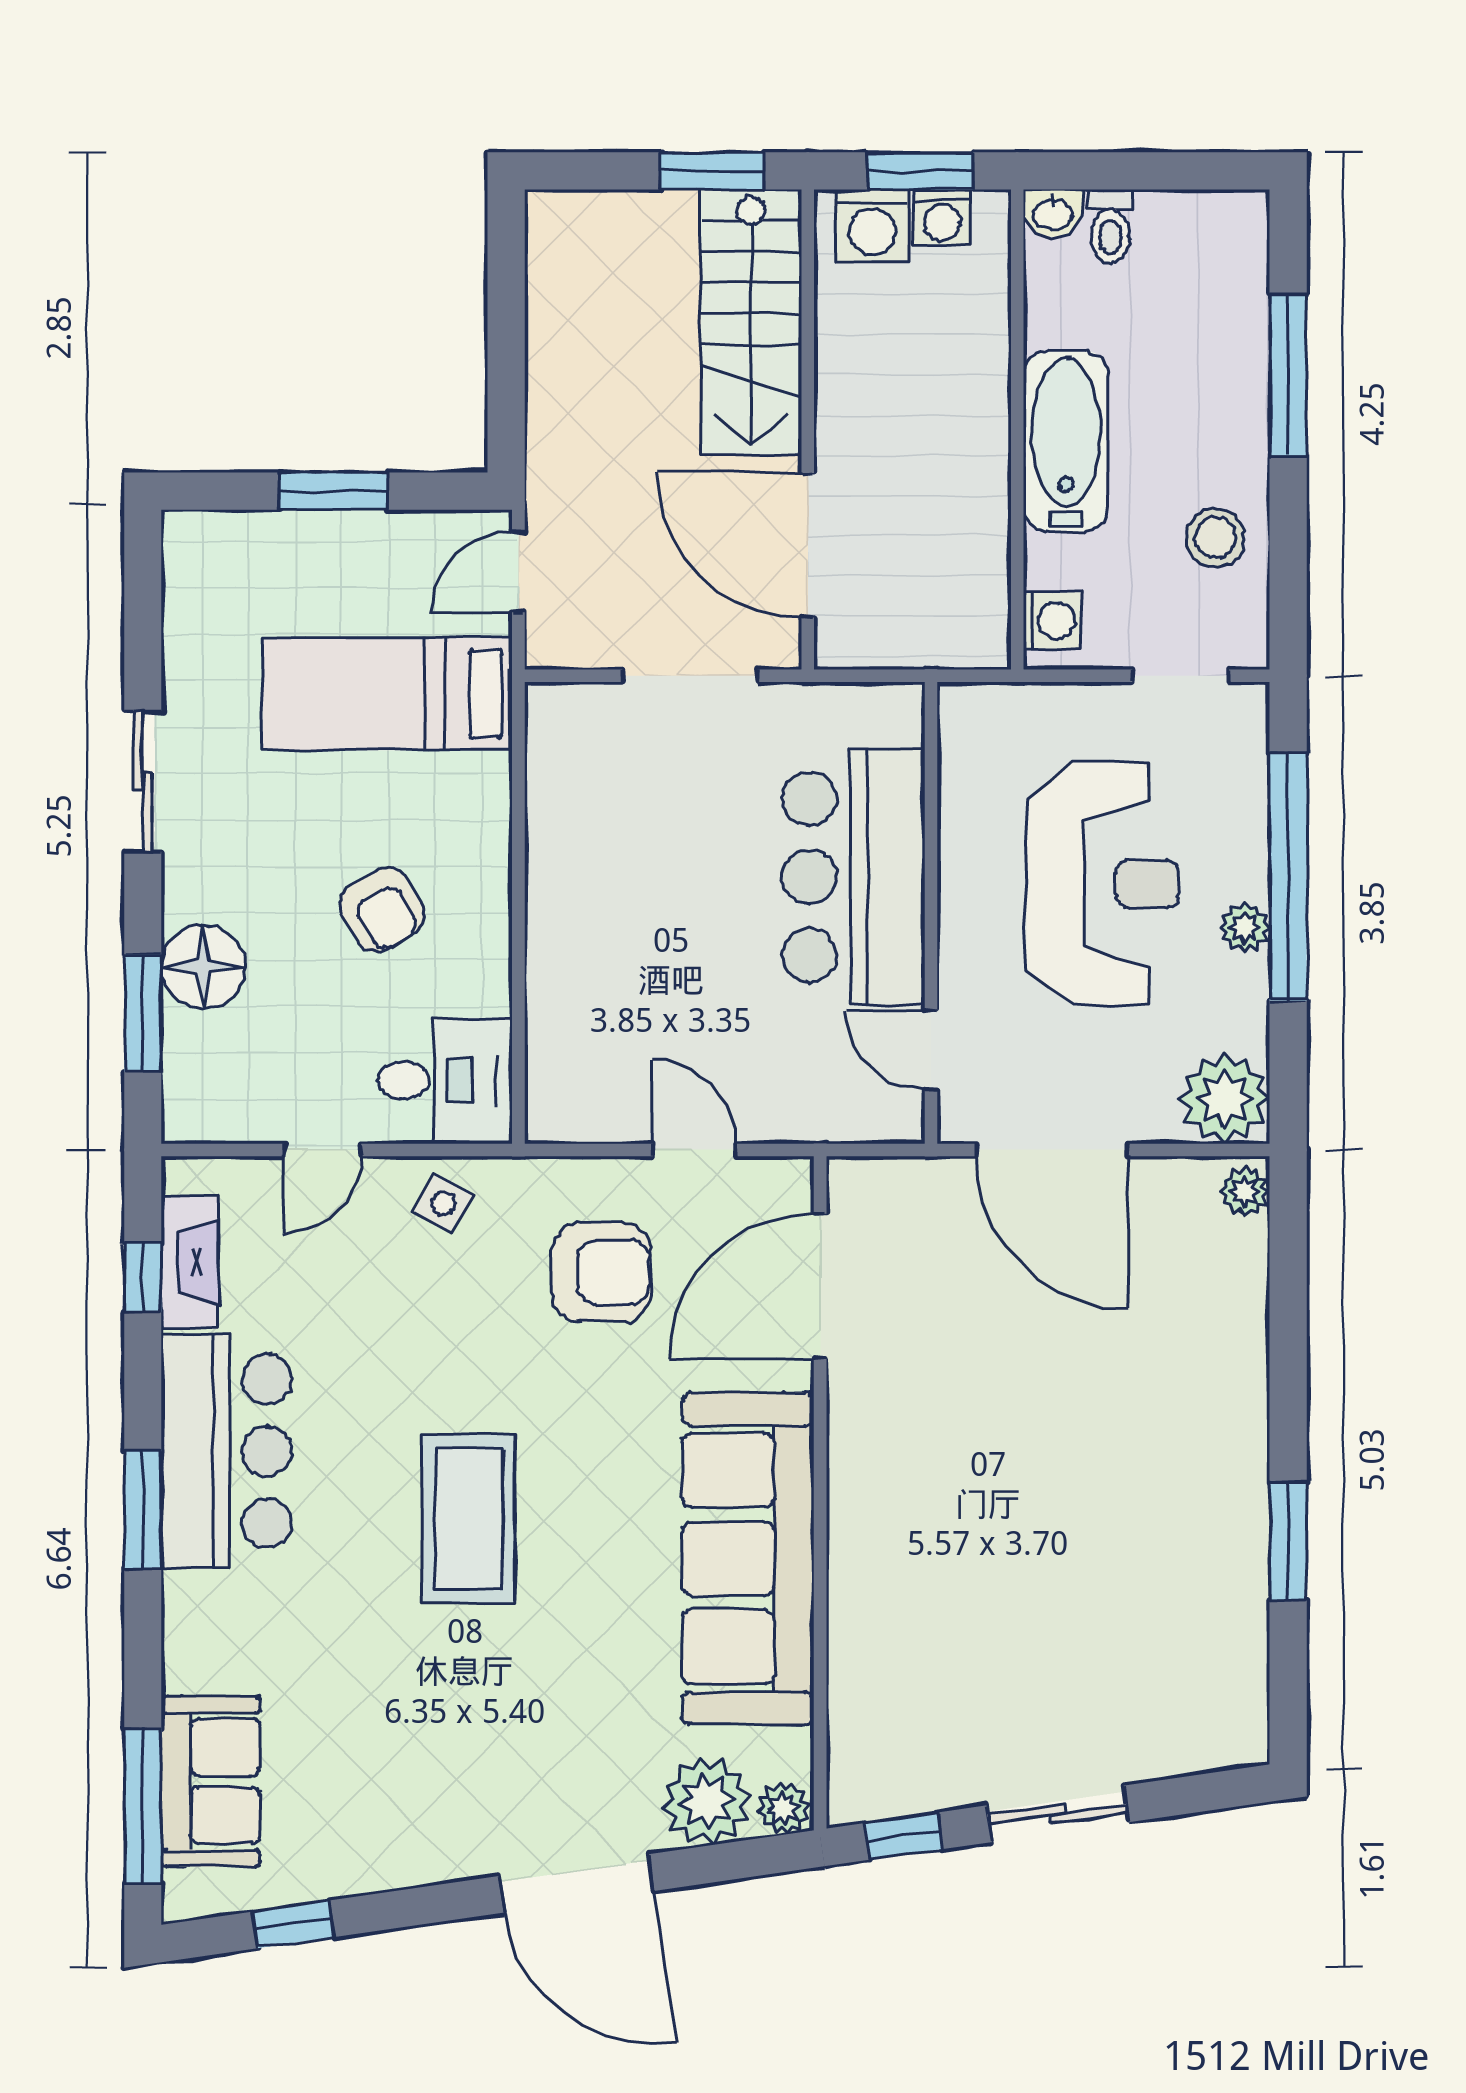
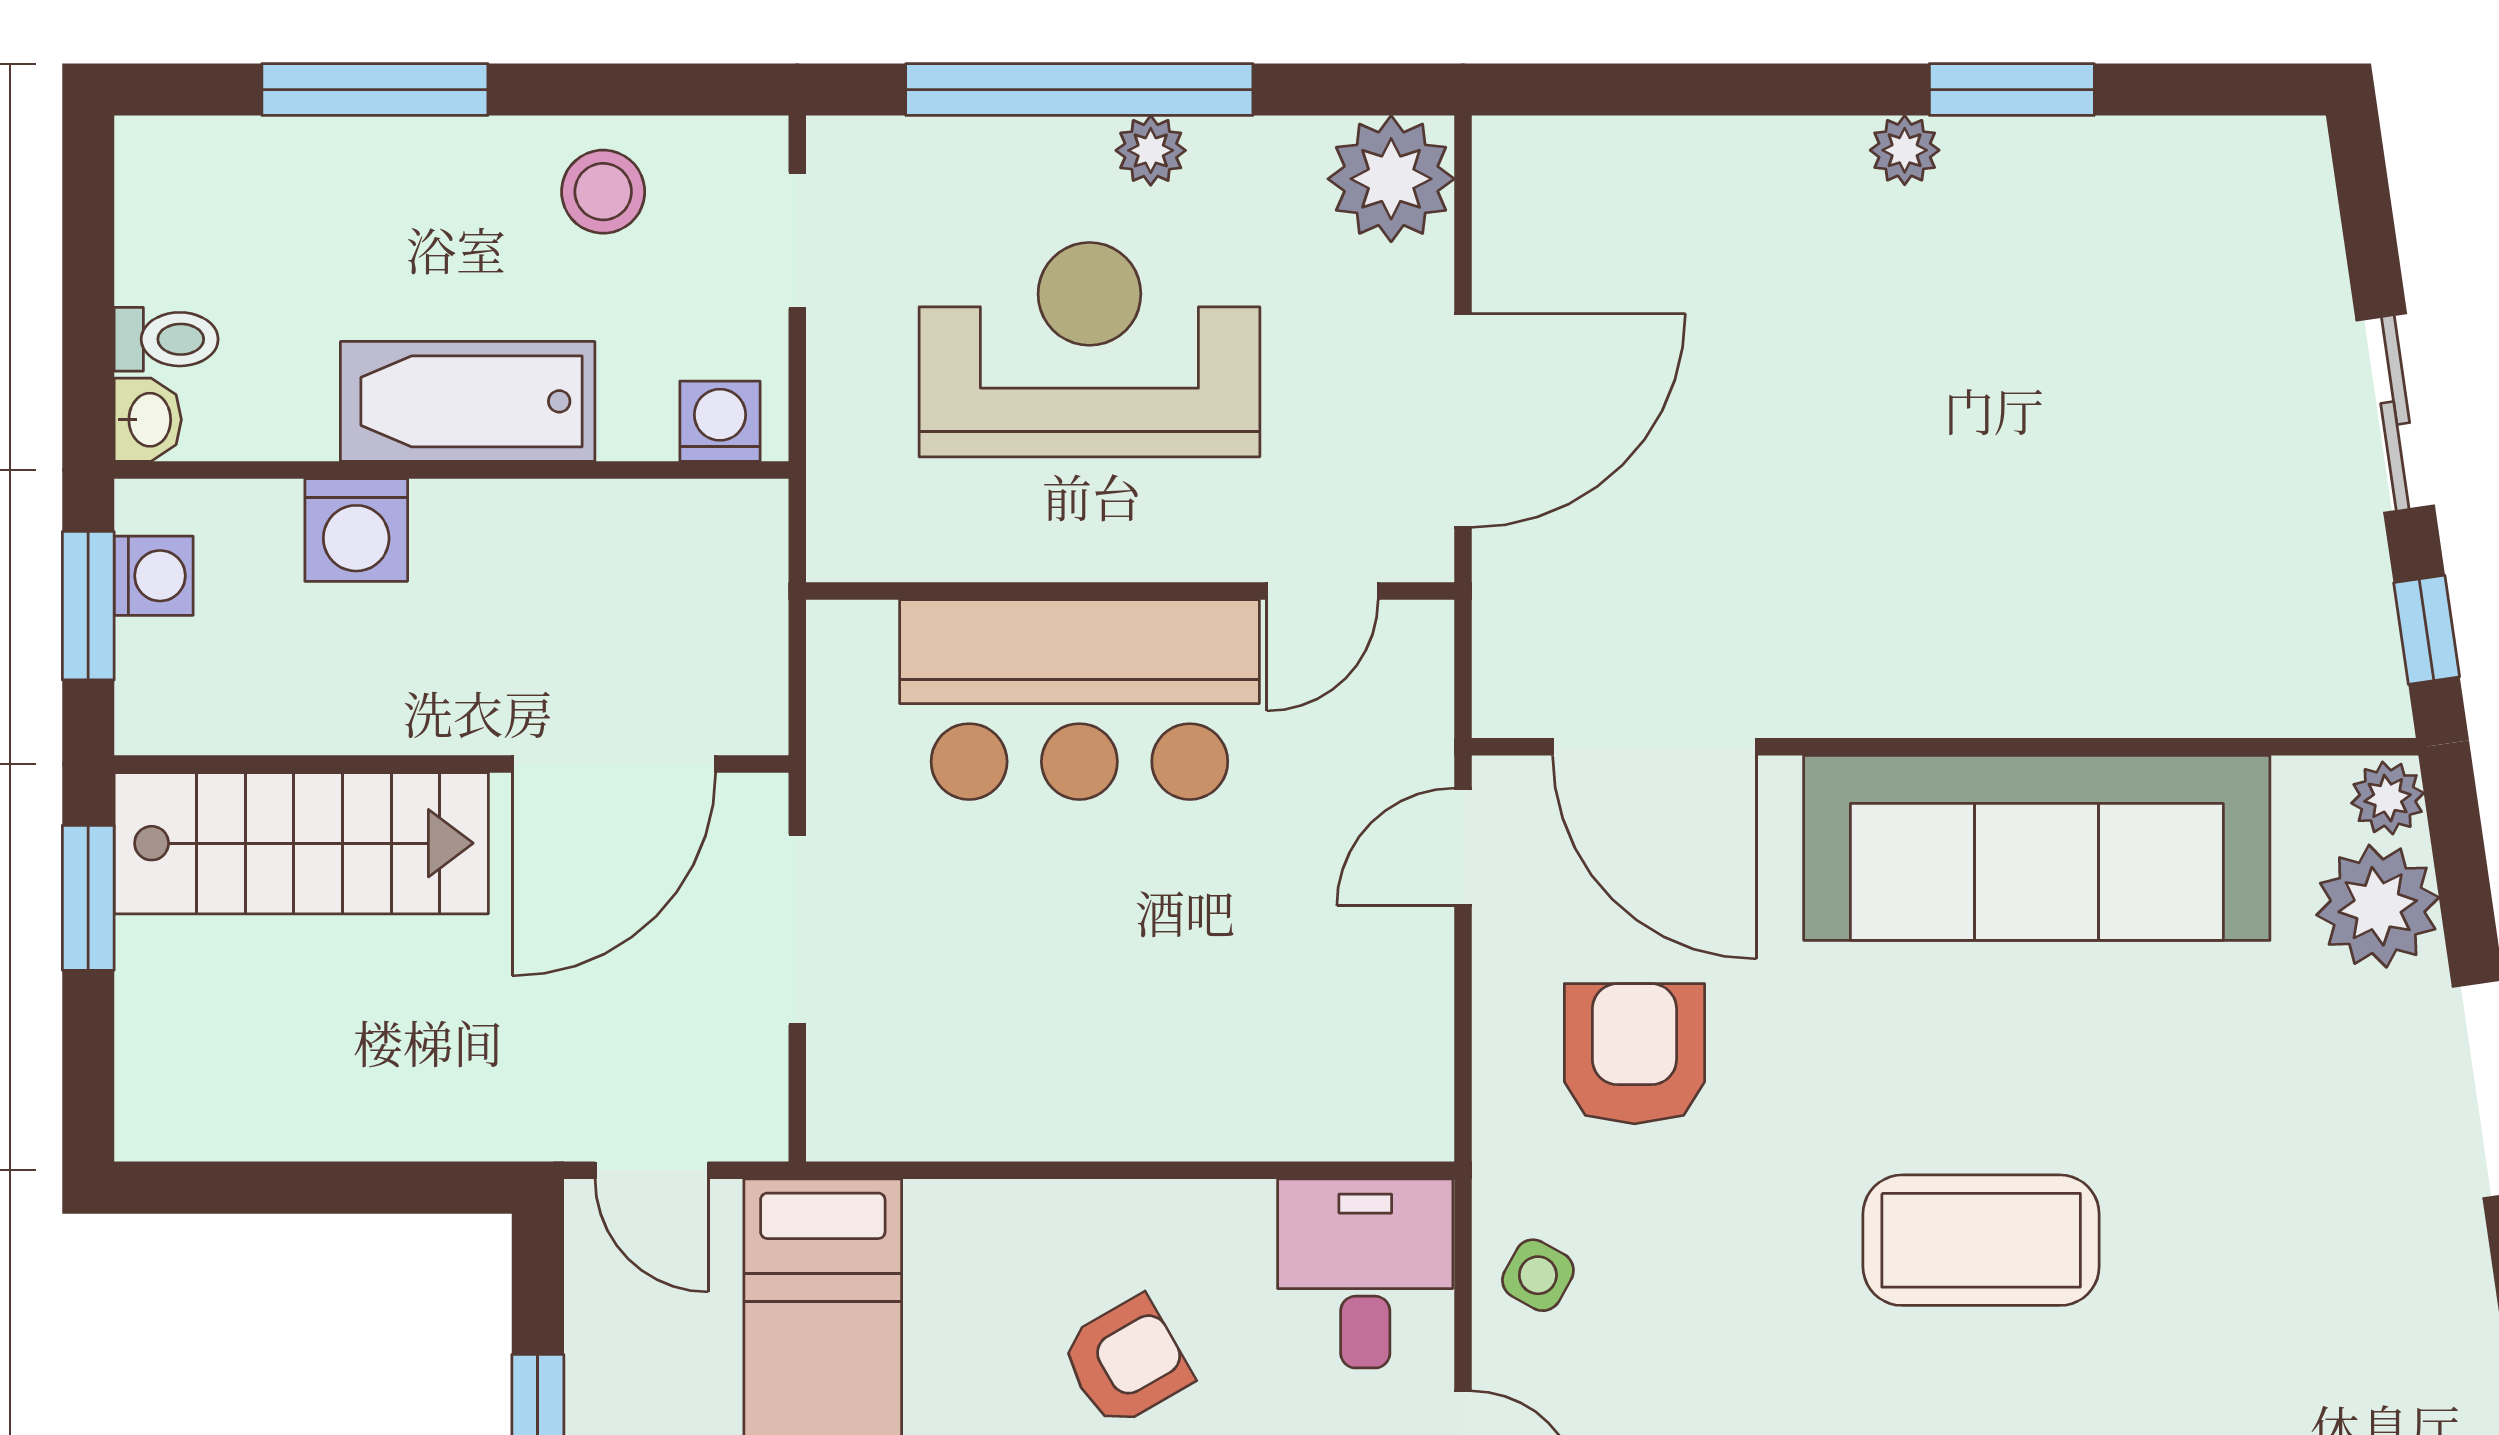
washing machine: (872, 226) -> (356, 530), moved, turned 90
door: (694, 1150) -> (1463, 847), moved
plant: (1245, 1191) -> (1905, 150), moved

